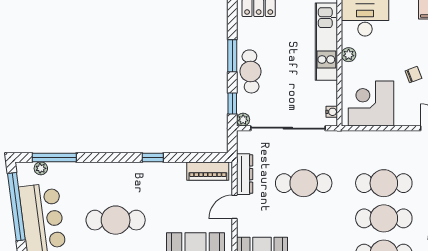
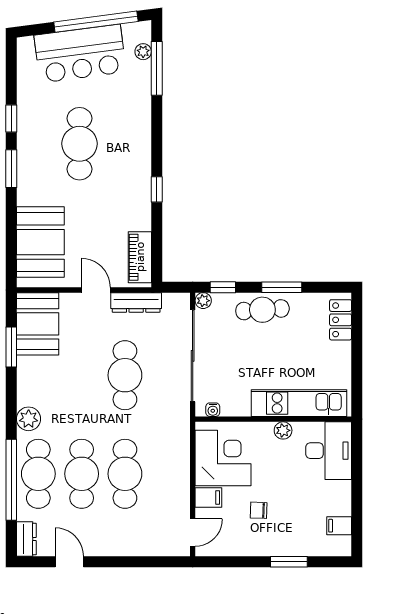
chair: (413, 75) -> (259, 510), turned 113
filing cabinet: (403, 115) -> (208, 498), added

